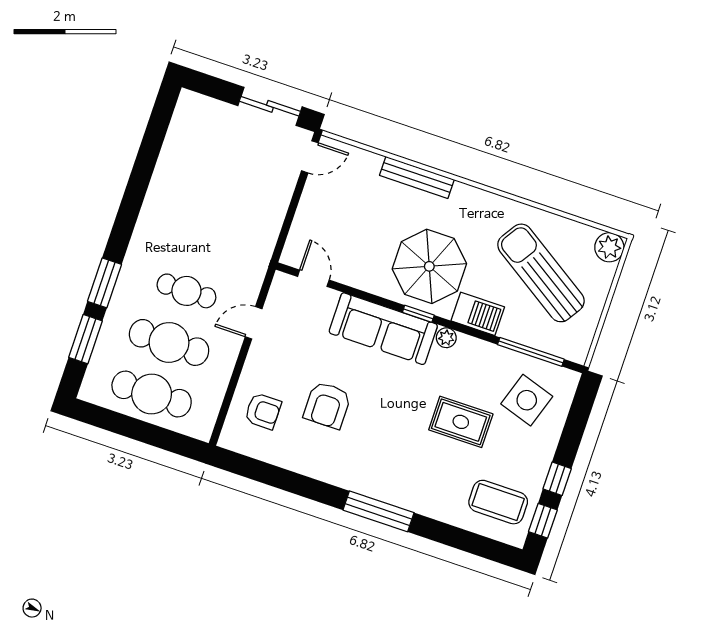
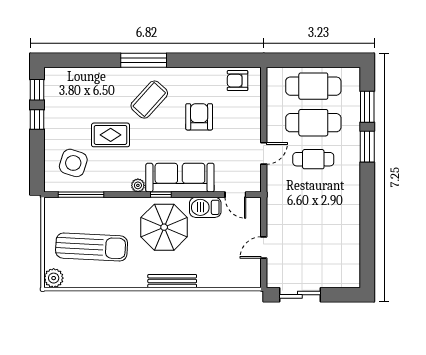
door: (310, 157) -> (264, 247), moved
bench: (417, 177) -> (172, 281), moved
sun lounger: (541, 273) -> (92, 247), turned -30
barbecue: (478, 314) -> (205, 207), moved
armchair: (263, 411) -> (237, 81), moved
coffee table: (498, 502) -> (149, 100), moved, turned -48

